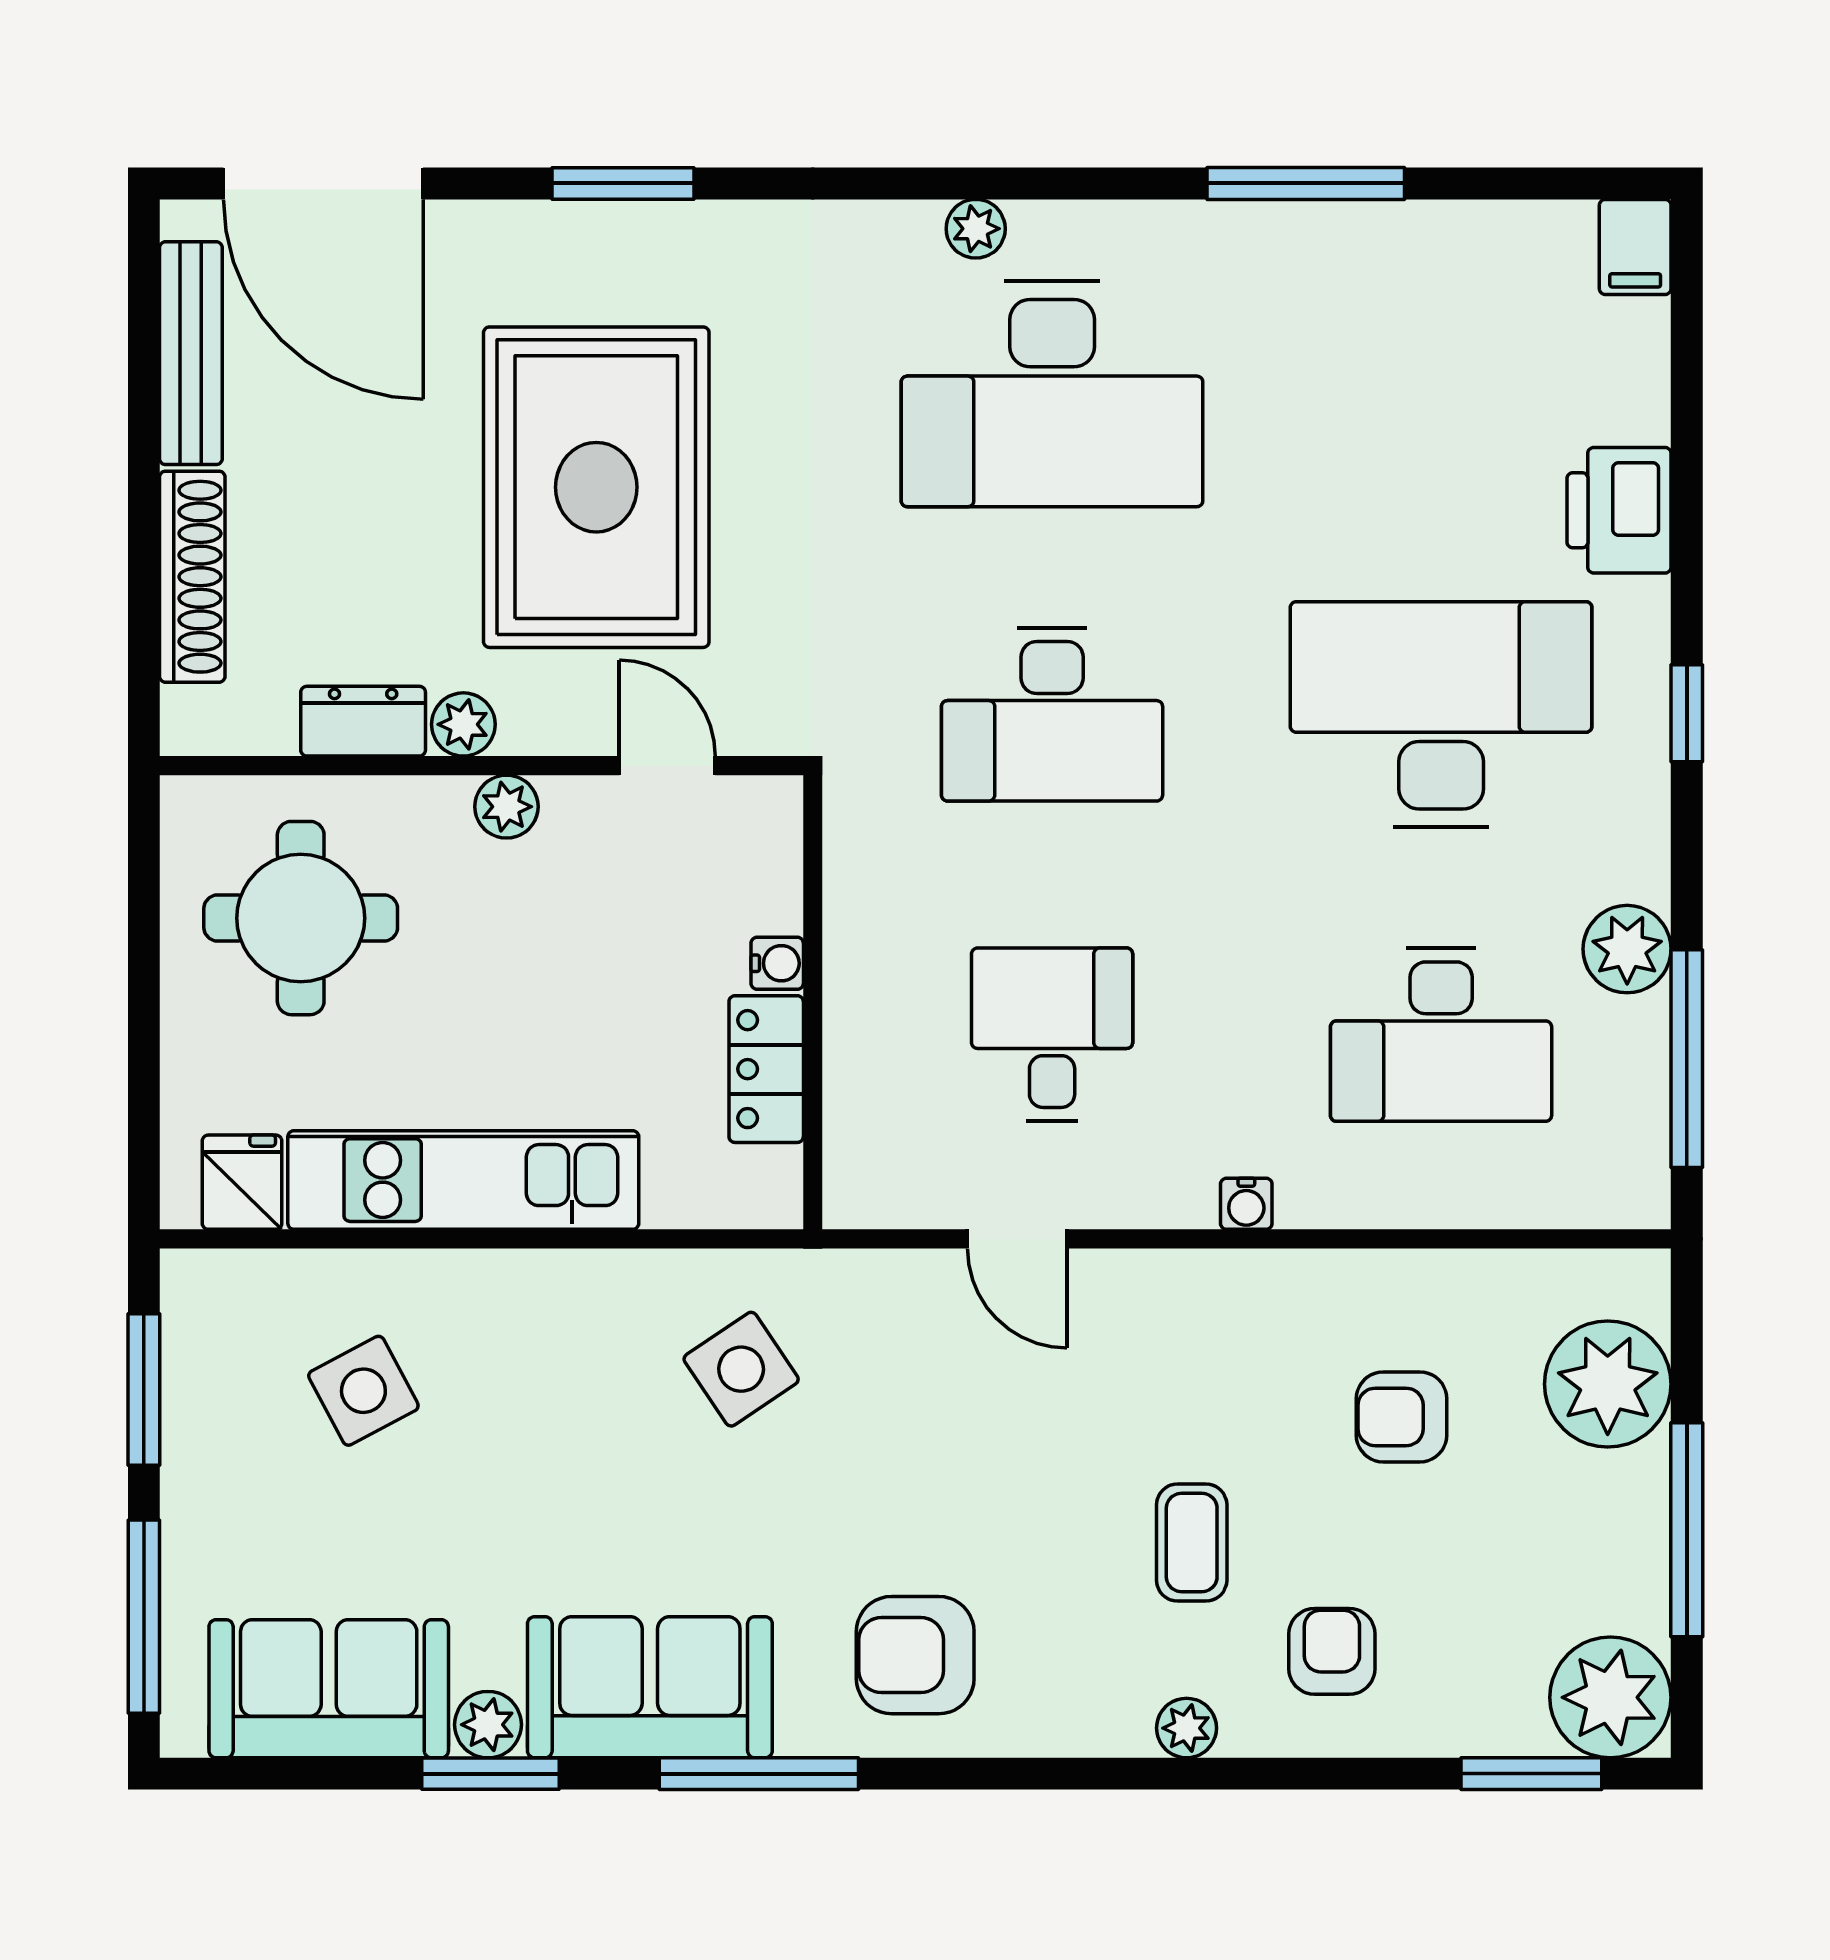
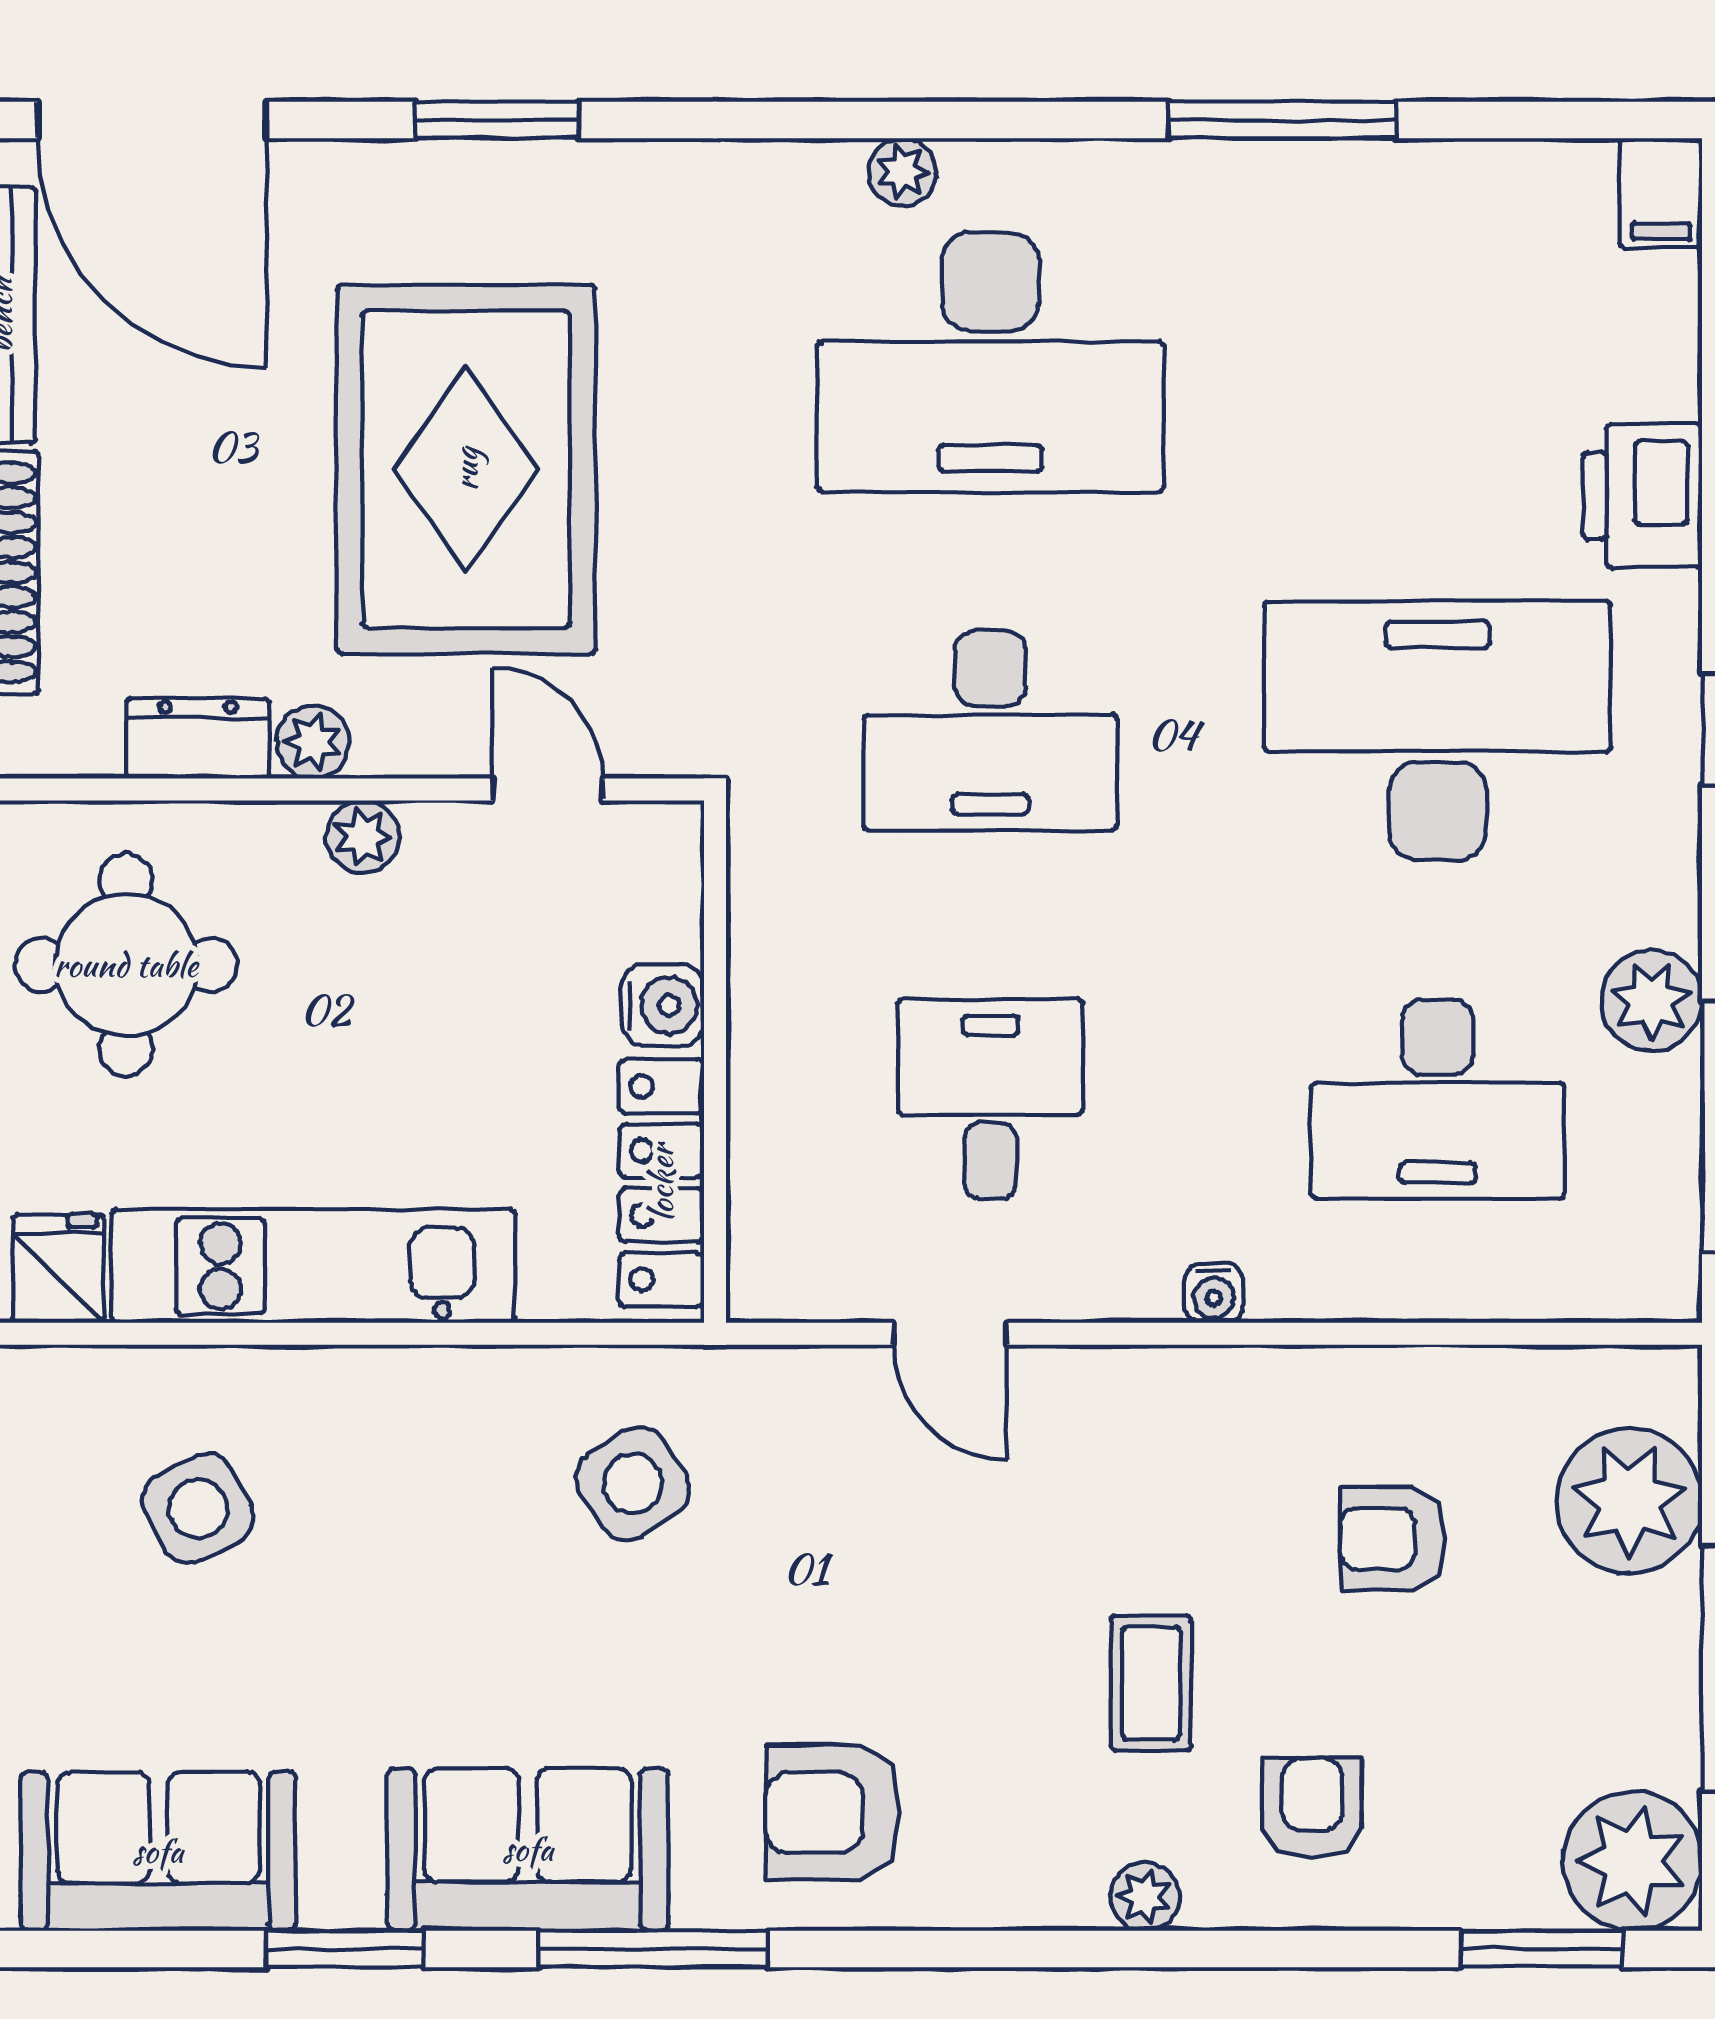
water cooler: (777, 963) -> (663, 1005), width x1.38, depth x1.38
locker: (766, 1069) -> (661, 1183), width x1.53
plant: (488, 1725) -> (341, 1892), removed

